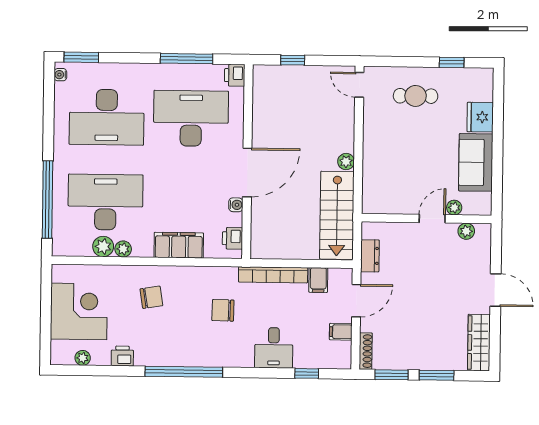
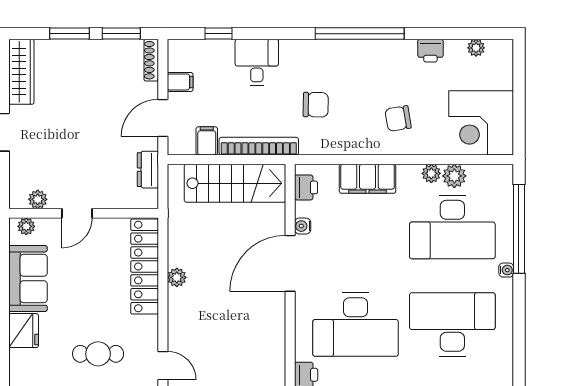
water cooler: (60, 75) -> (506, 270), moved
locker: (374, 171) -> (145, 266), added
plant: (454, 208) -> (26, 226), moved
stairs: (337, 215) -> (235, 183), moved, turned 90
corner desk: (79, 311) -> (481, 123), moved

